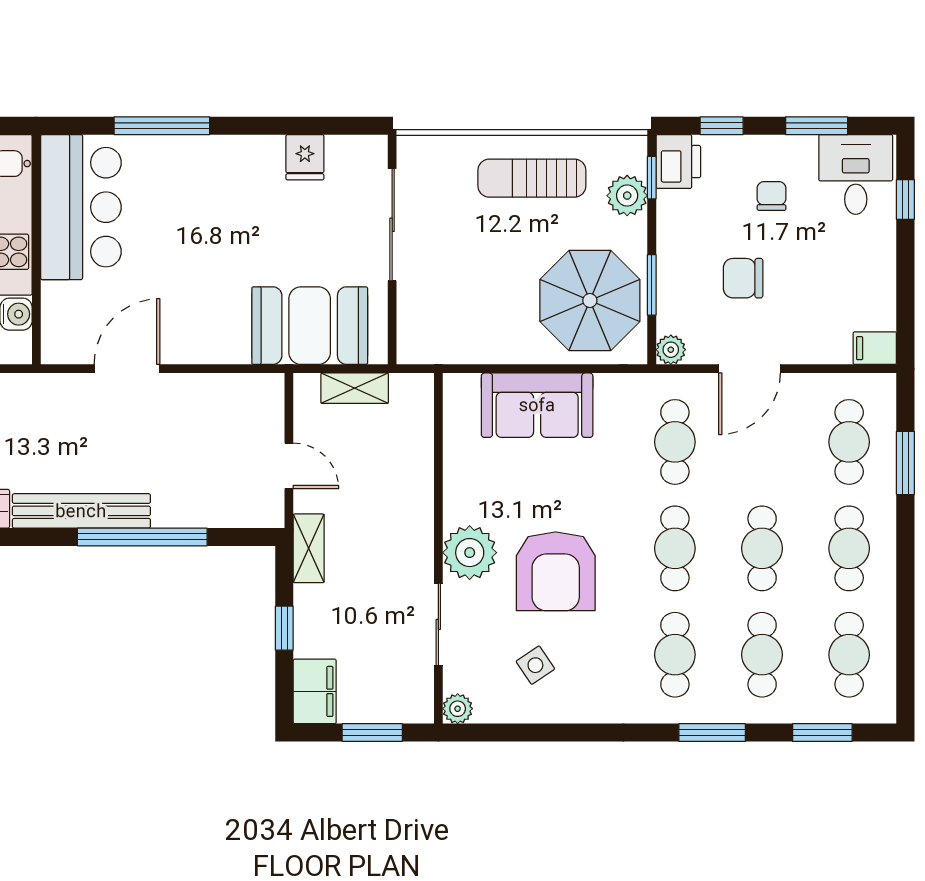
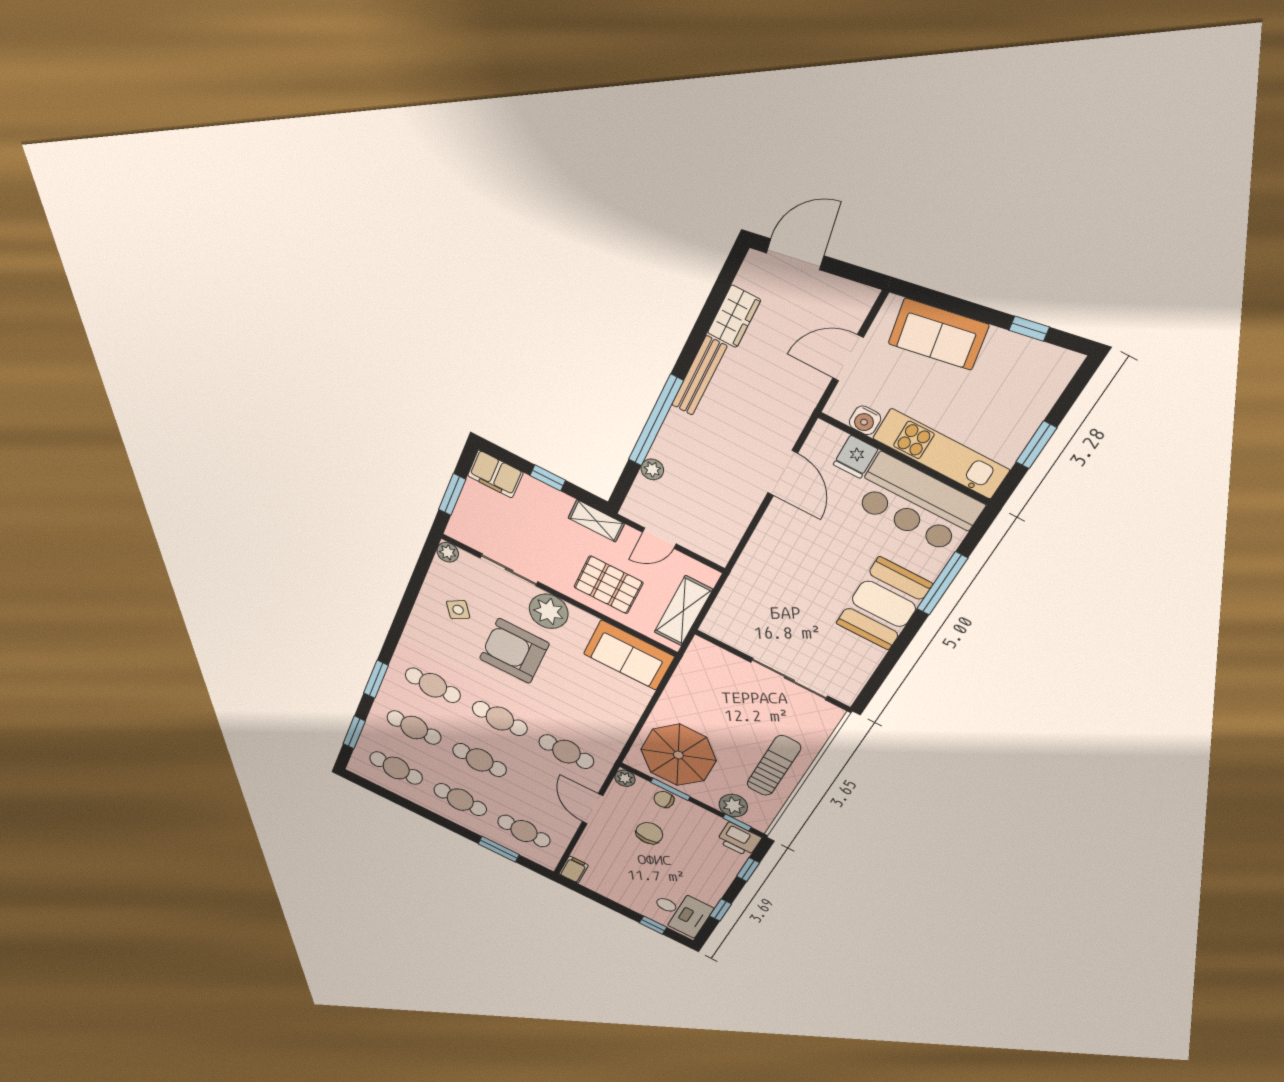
window: (817, 126) -> (720, 910), width x0.67
fridge: (305, 157) -> (855, 457), moved, turned -90
chair: (771, 196) -> (664, 799), moved, turned 180
booth: (310, 326) -> (884, 604), moved
shelving: (355, 388) -> (683, 611), width x1.50, depth x1.33
sofa: (537, 405) -> (629, 655), moved, turned -90
pallet: (388, 497) -> (608, 585), added
bench: (81, 511) -> (699, 376), width x0.73, depth x0.82
plant: (205, 514) -> (652, 469), added

